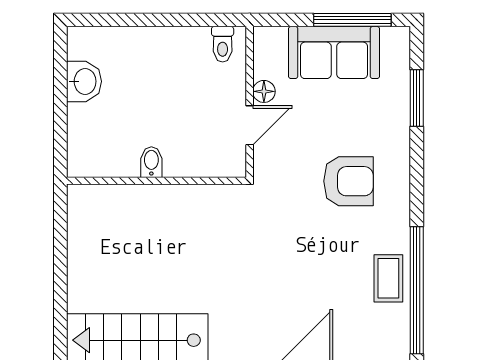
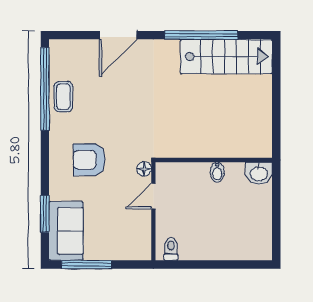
sofa: (334, 52) -> (66, 231), moved, turned 90
washbasin: (84, 81) -> (259, 173), moved, turned -90
floor lamp: (264, 91) -> (144, 169), moved

